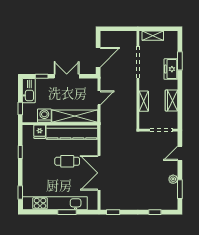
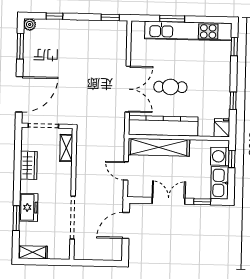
shelving: (153, 36) -> (33, 252), moved
double door: (67, 76) -> (169, 201), swing flipped
door: (99, 98) -> (126, 171), hinge flipped
shelving: (144, 101) -> (66, 148), moved
washing machine: (44, 116) -> (220, 156), moved, turned 90
fridge: (40, 132) -> (222, 128), moved
door: (180, 153) -> (19, 94), width x1.88
double door: (99, 173) -> (128, 89), moved
plant: (173, 179) -> (30, 24), moved

